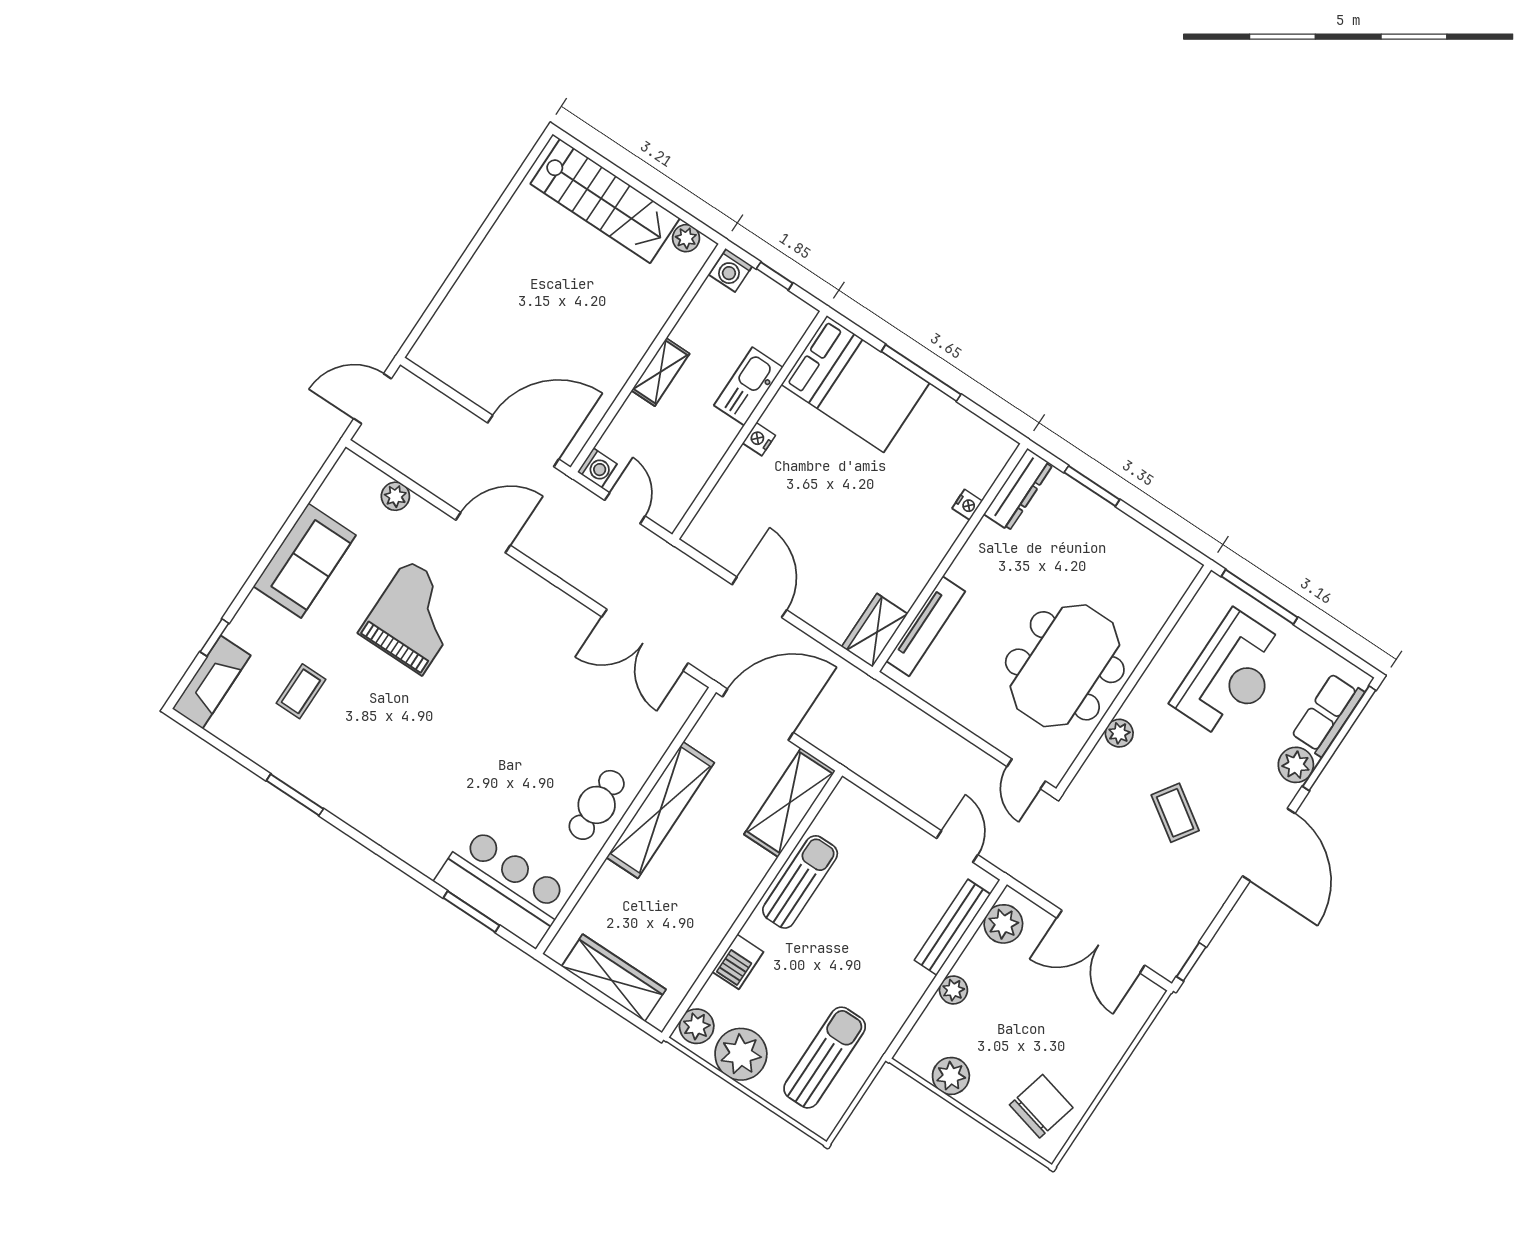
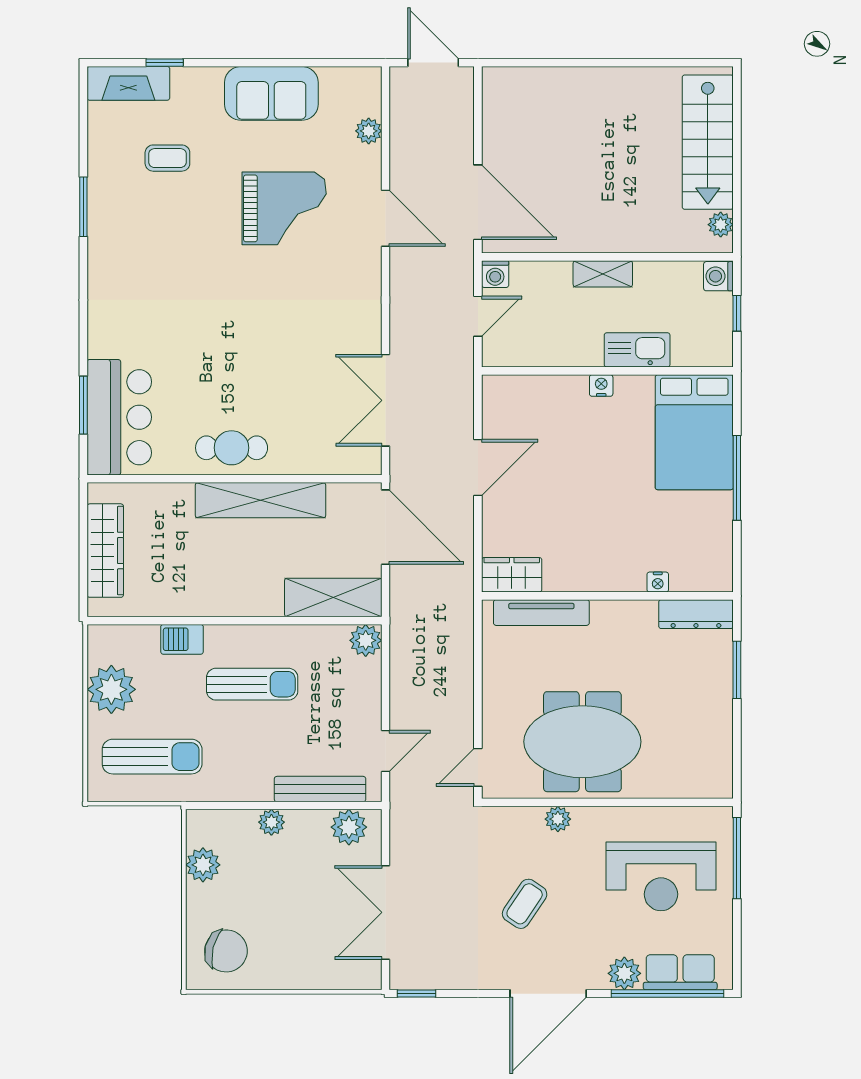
sun lounger: (800, 882) -> (252, 684), moved
plant: (697, 1026) -> (366, 640), moved

